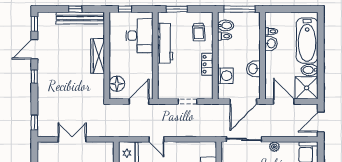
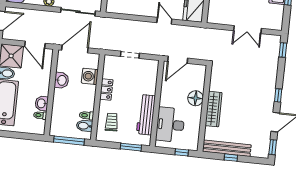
floor lamp: (117, 84) -> (196, 98), moved

